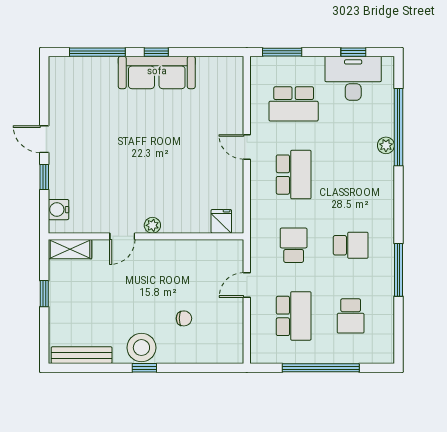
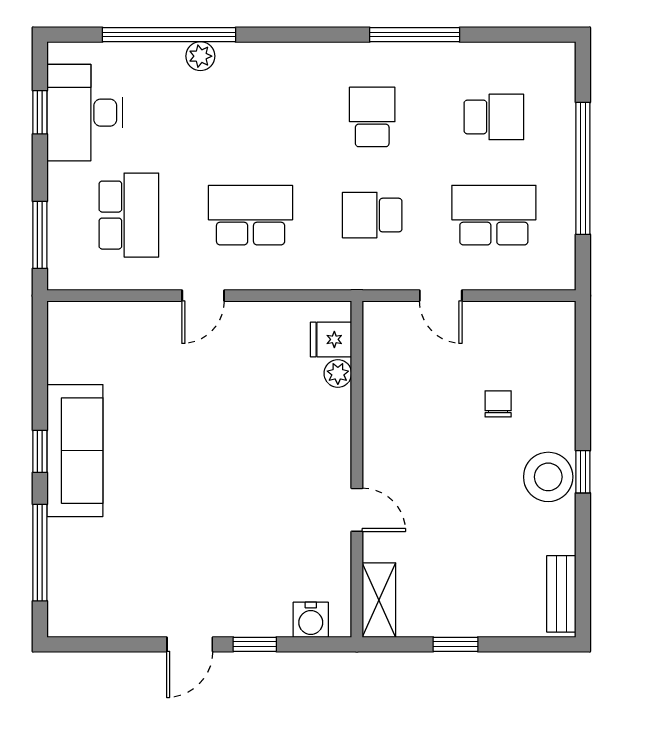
plant: (152, 225) -> (338, 373), moved
bench: (82, 355) -> (561, 594), width x0.73

